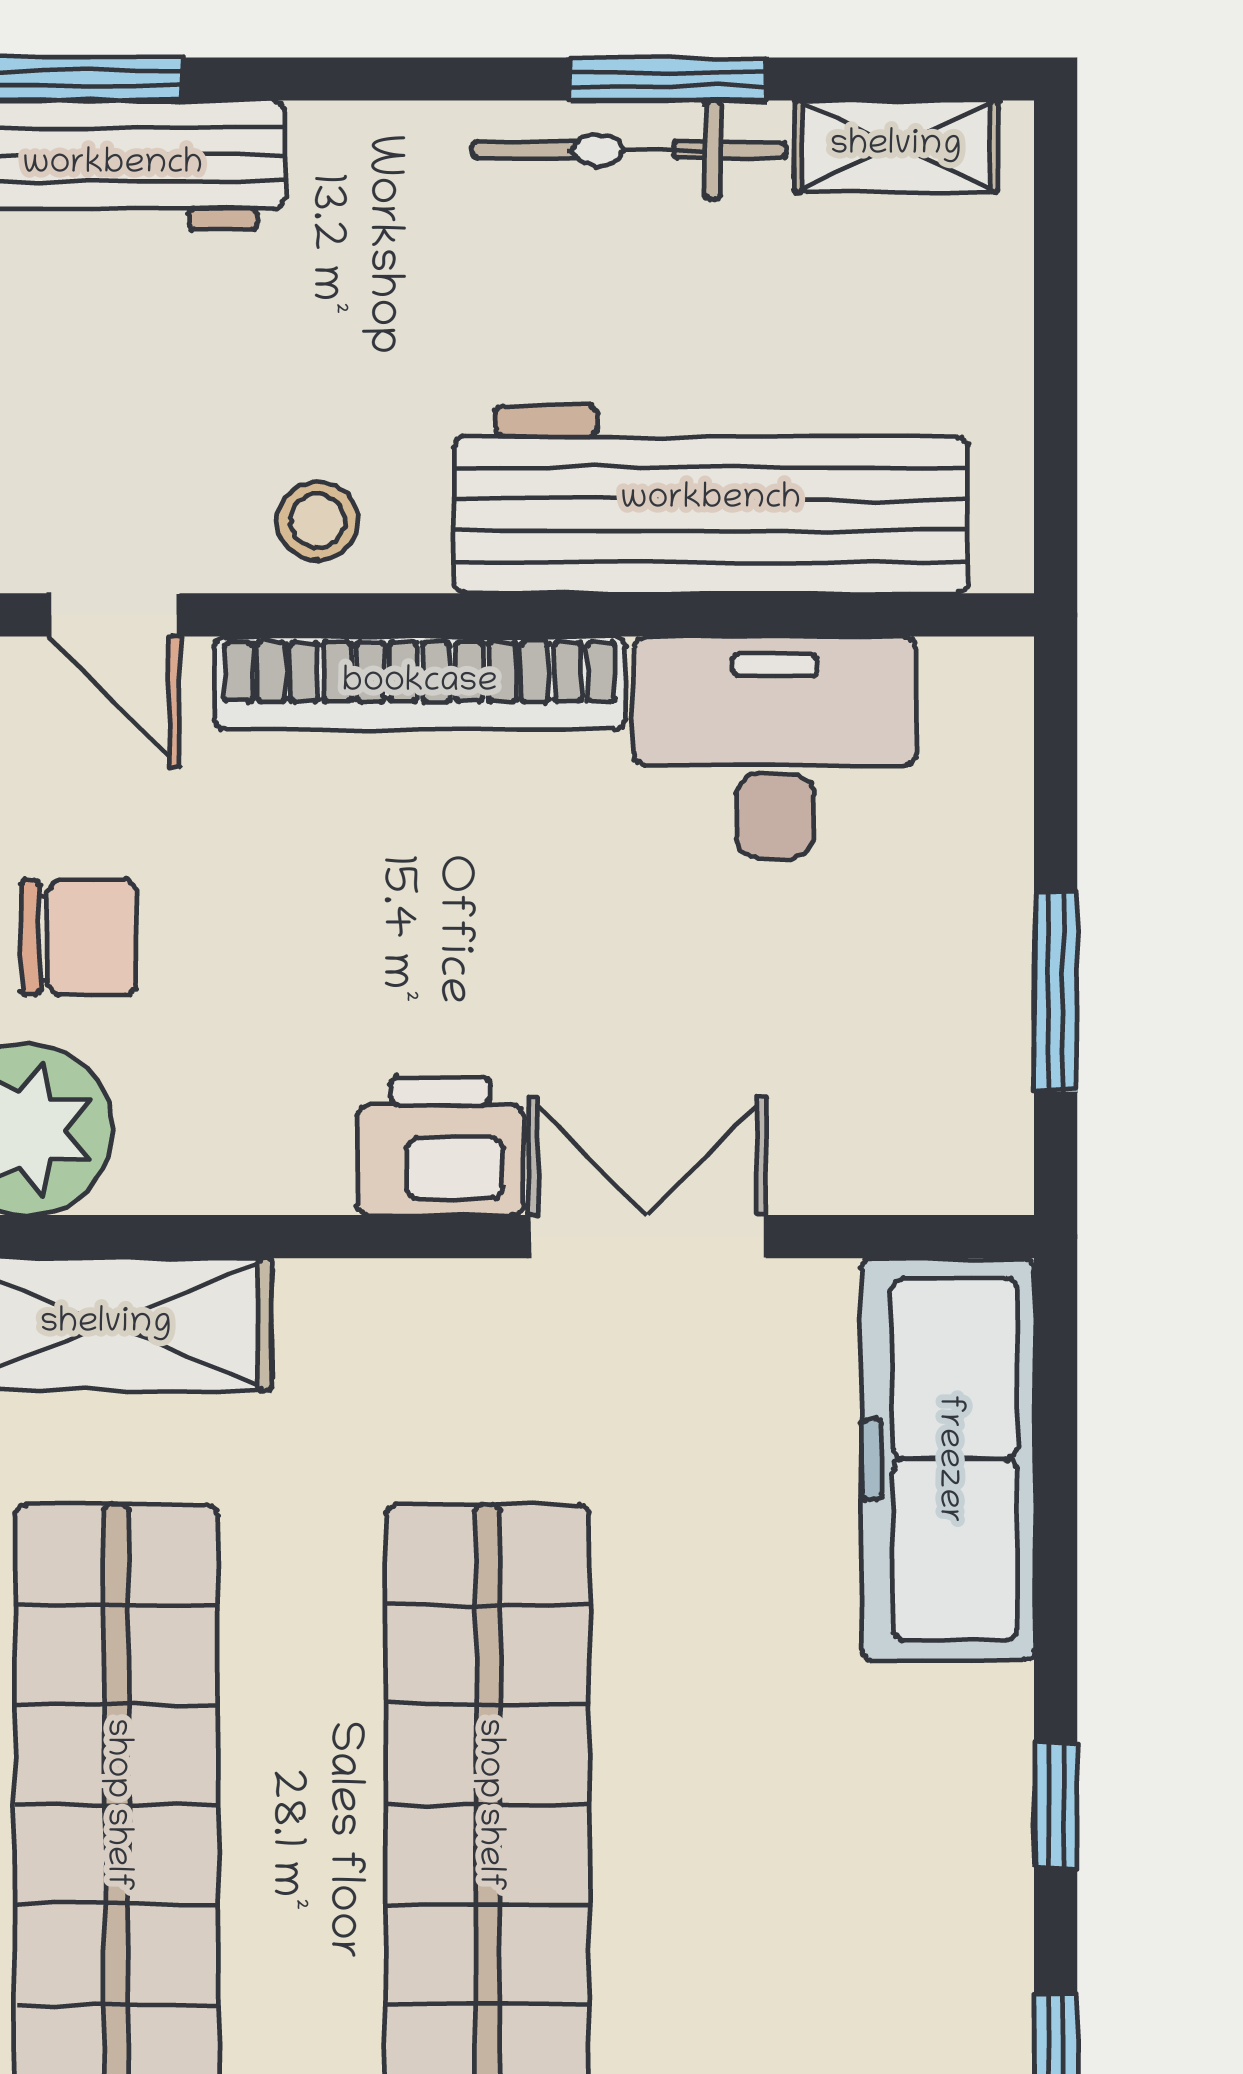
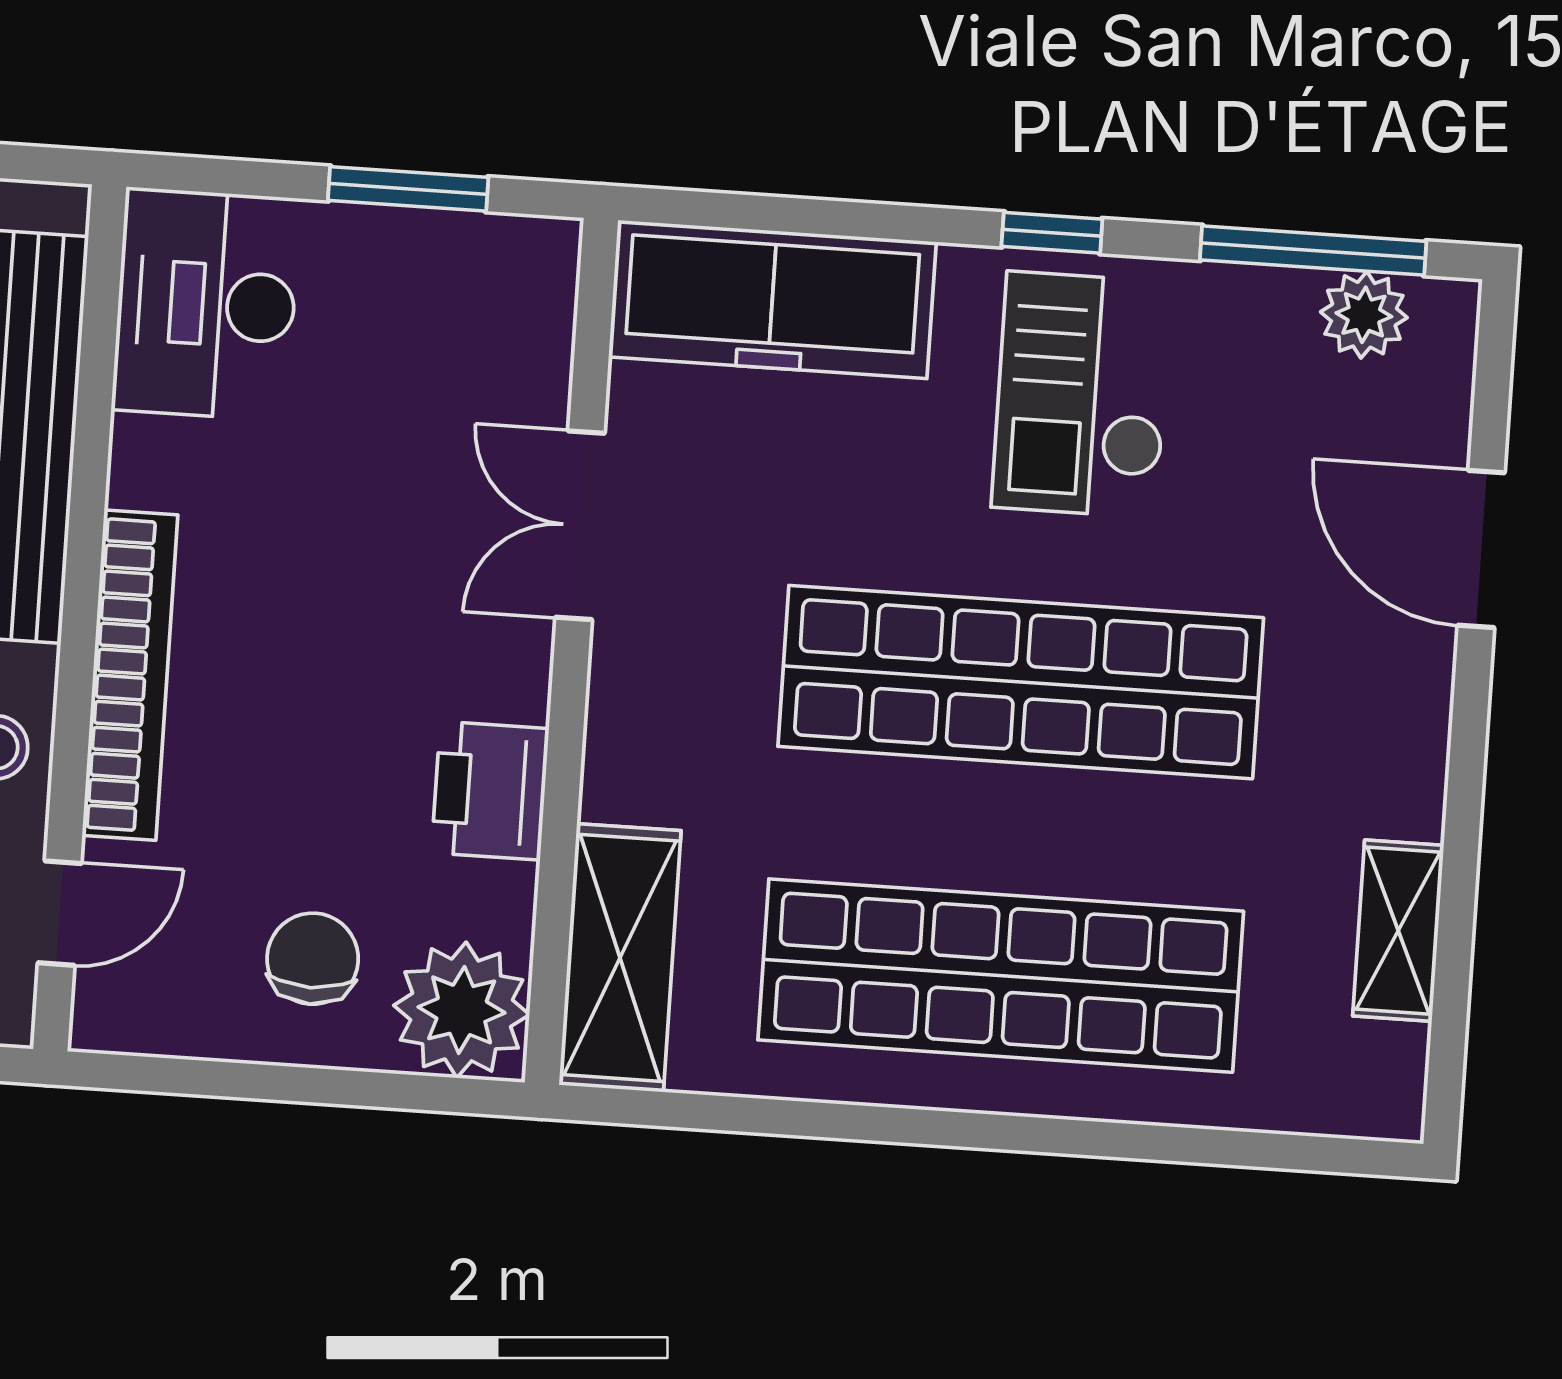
desk: (775, 747) -> (206, 304), moved
printer: (440, 1146) -> (490, 791), moved
checkout: (855, 1857) -> (1082, 395), added

